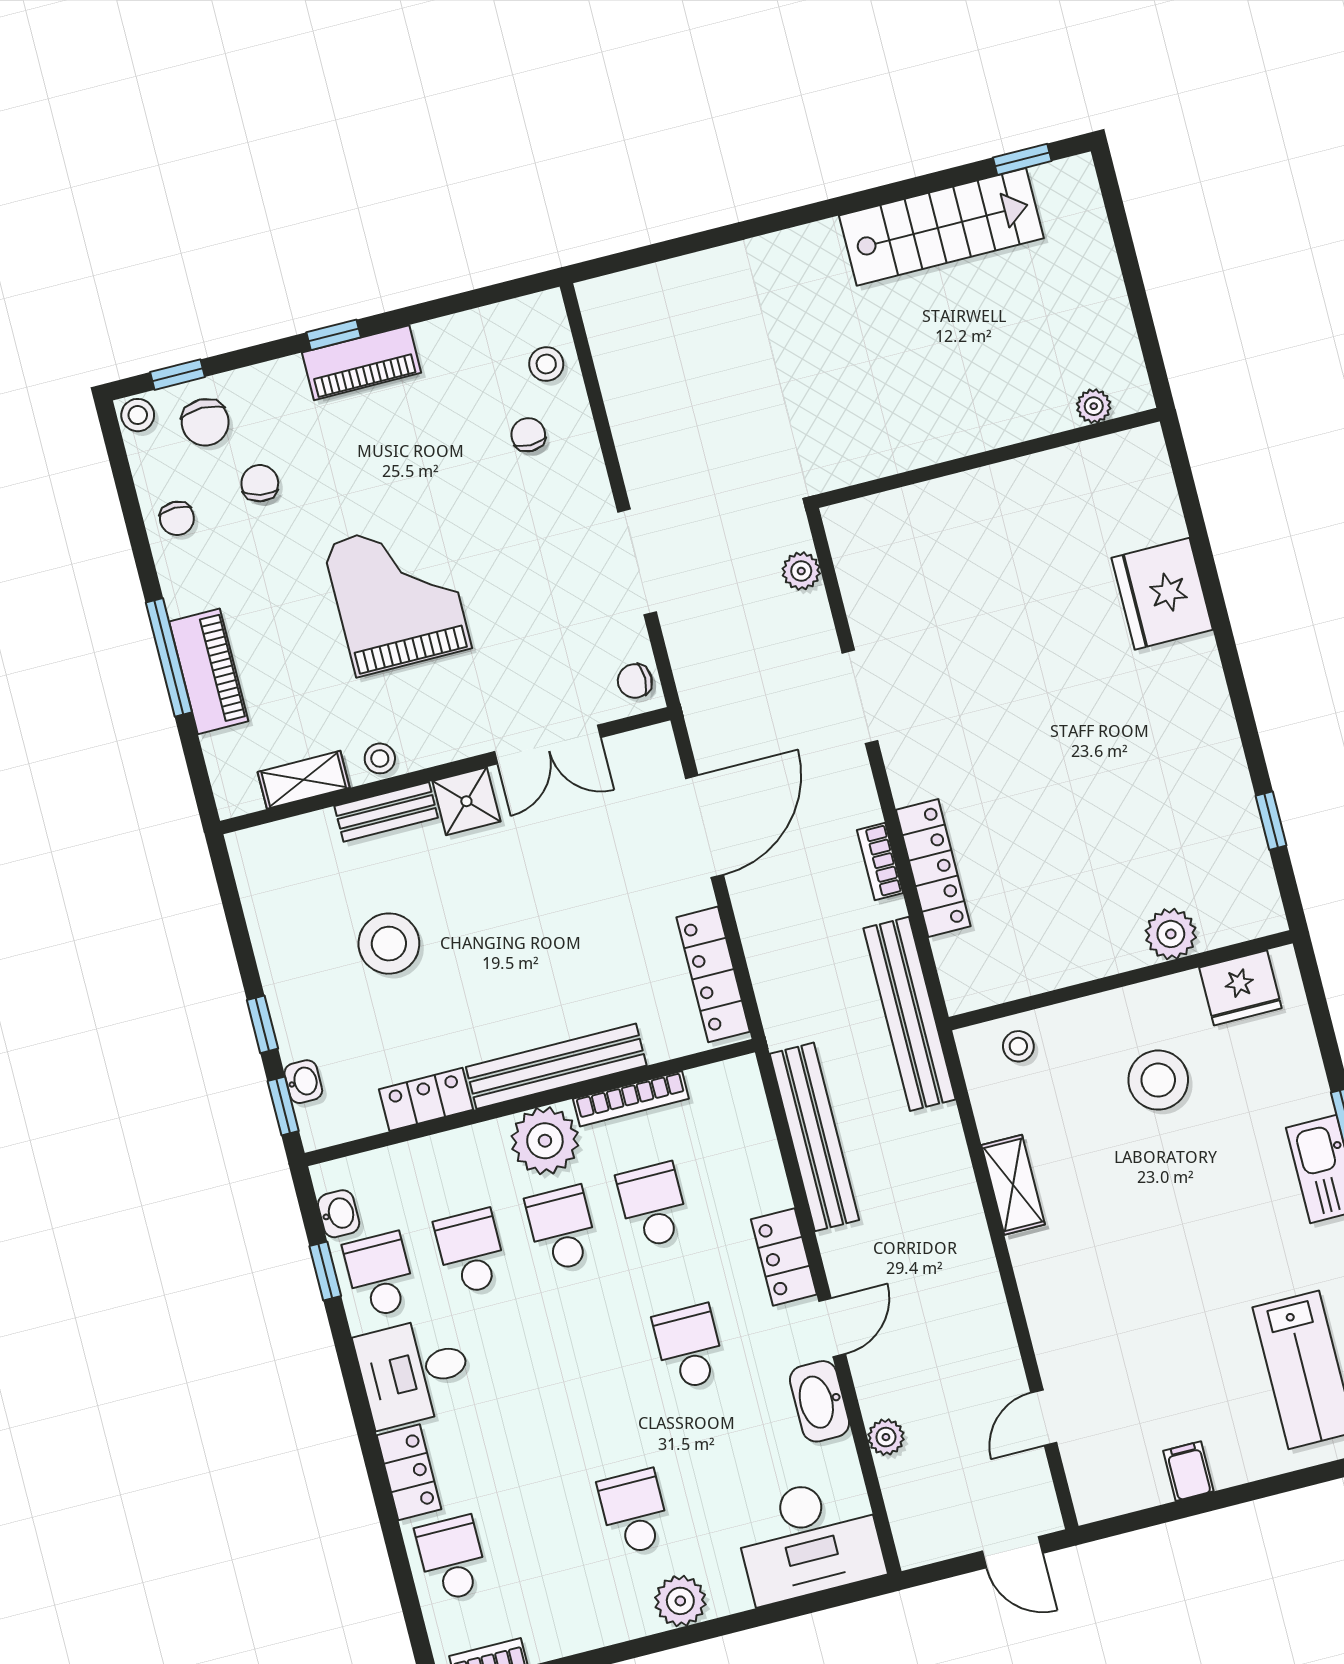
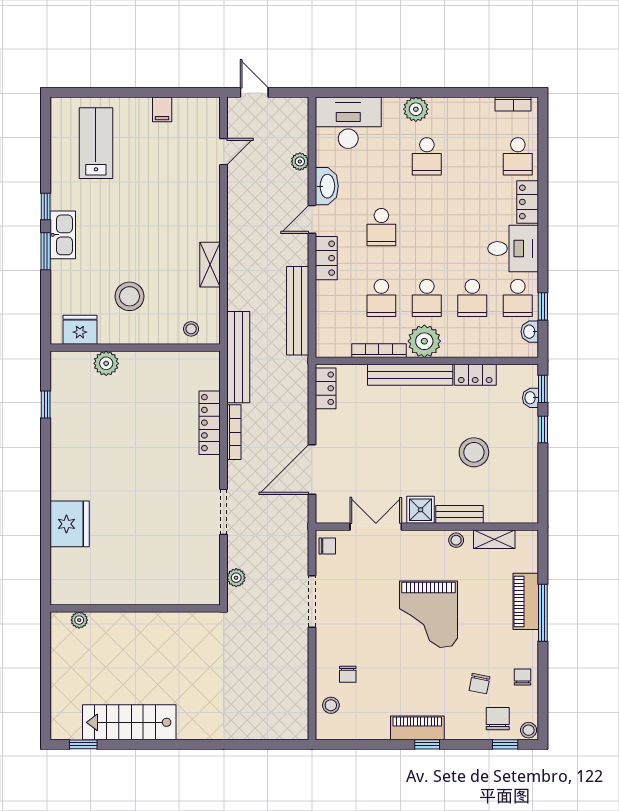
bookcase: (880, 862) -> (234, 432), width x1.56
locker: (713, 974) -> (326, 388), width x0.66

